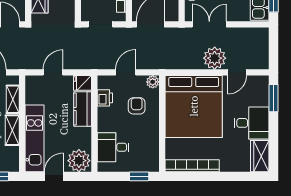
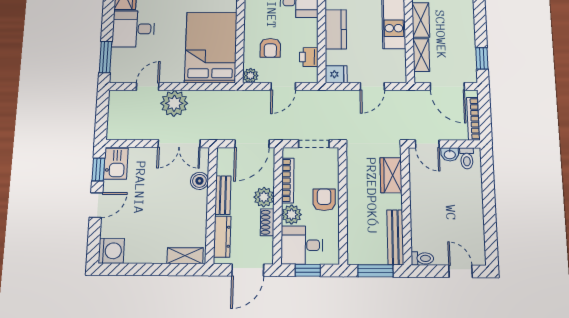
bed: (194, 106) -> (211, 47), width x0.73
kitchen counter: (83, 109) -> (336, 29), moved

